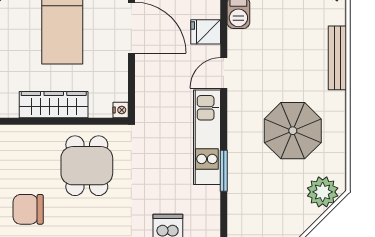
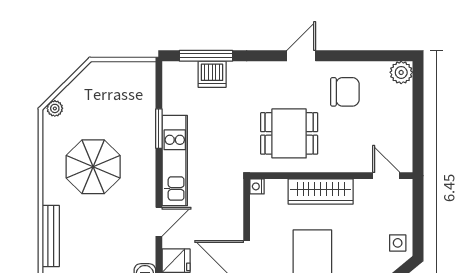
dining table: (87, 166) -> (289, 133), turned 90
plant: (323, 192) -> (55, 108), width x0.53, depth x0.53

